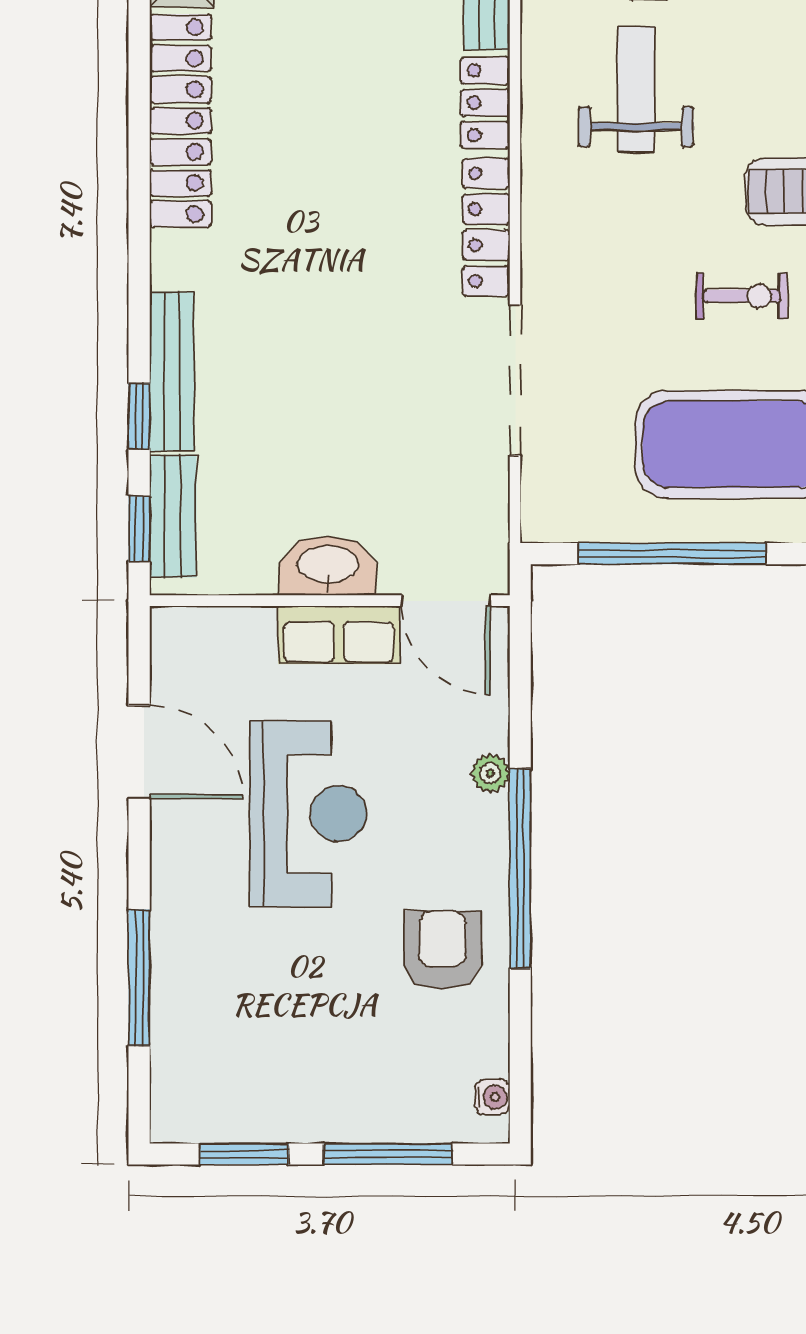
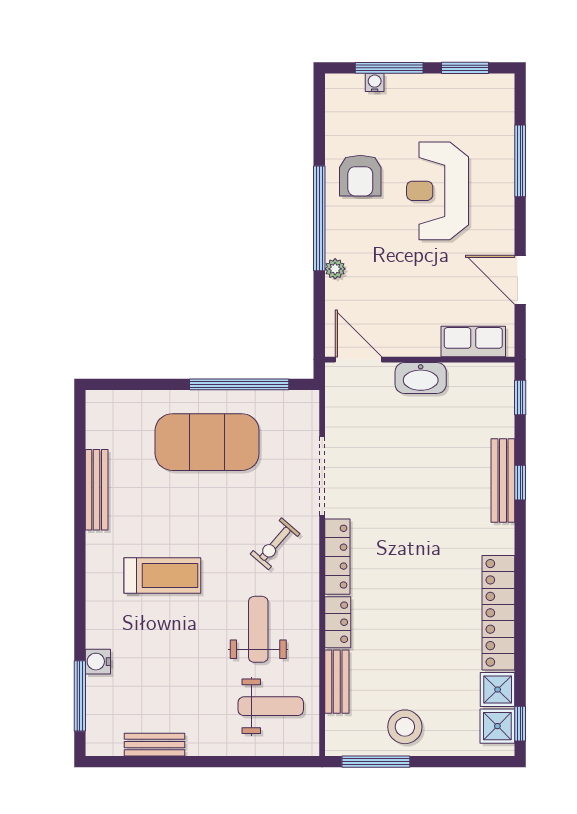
weight bench: (636, 89) -> (258, 629), turned 180
exercise bike: (742, 296) -> (275, 544), moved, turned -49
window: (139, 416) -> (520, 483), moved
bench: (173, 516) -> (502, 404), removed
row of seats: (339, 635) -> (473, 342), moved
reception desk: (308, 814) -> (438, 191), moved
water cooler: (492, 1097) -> (375, 83), moved, turned 90

